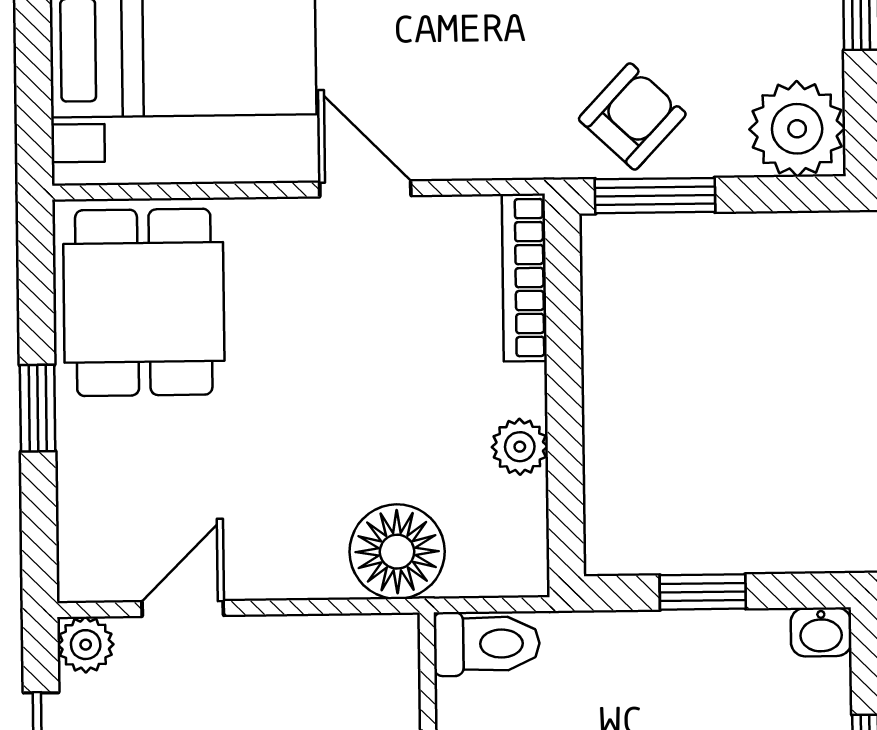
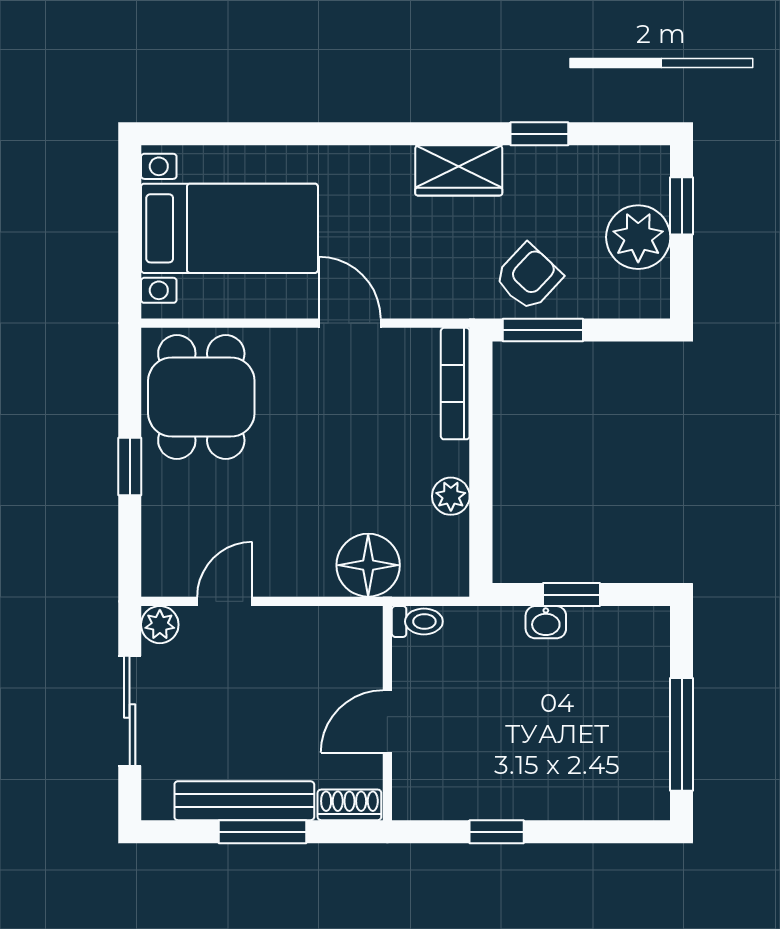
plant: (797, 129) -> (638, 237), moved
washbasin: (821, 632) -> (546, 622), moved
toilet: (487, 644) -> (417, 621), width x0.73, depth x0.72

